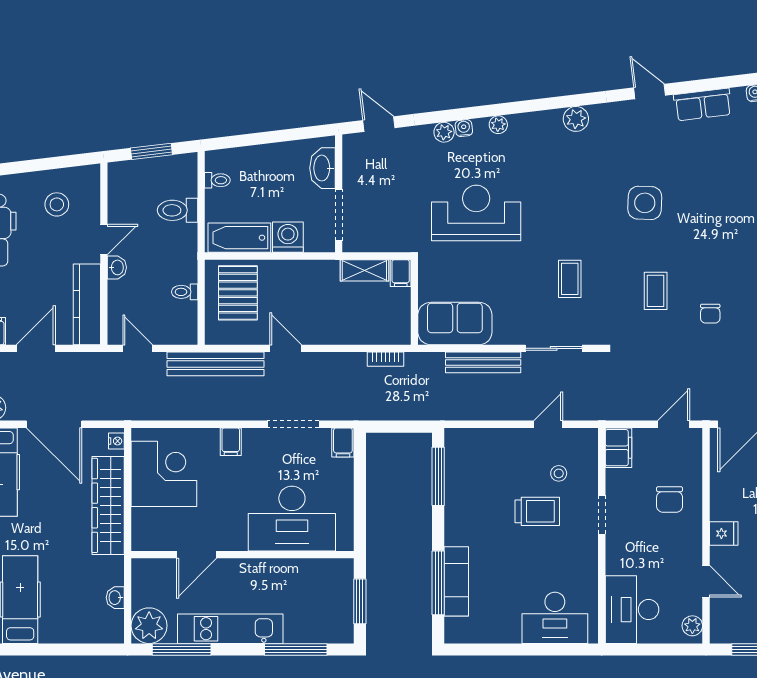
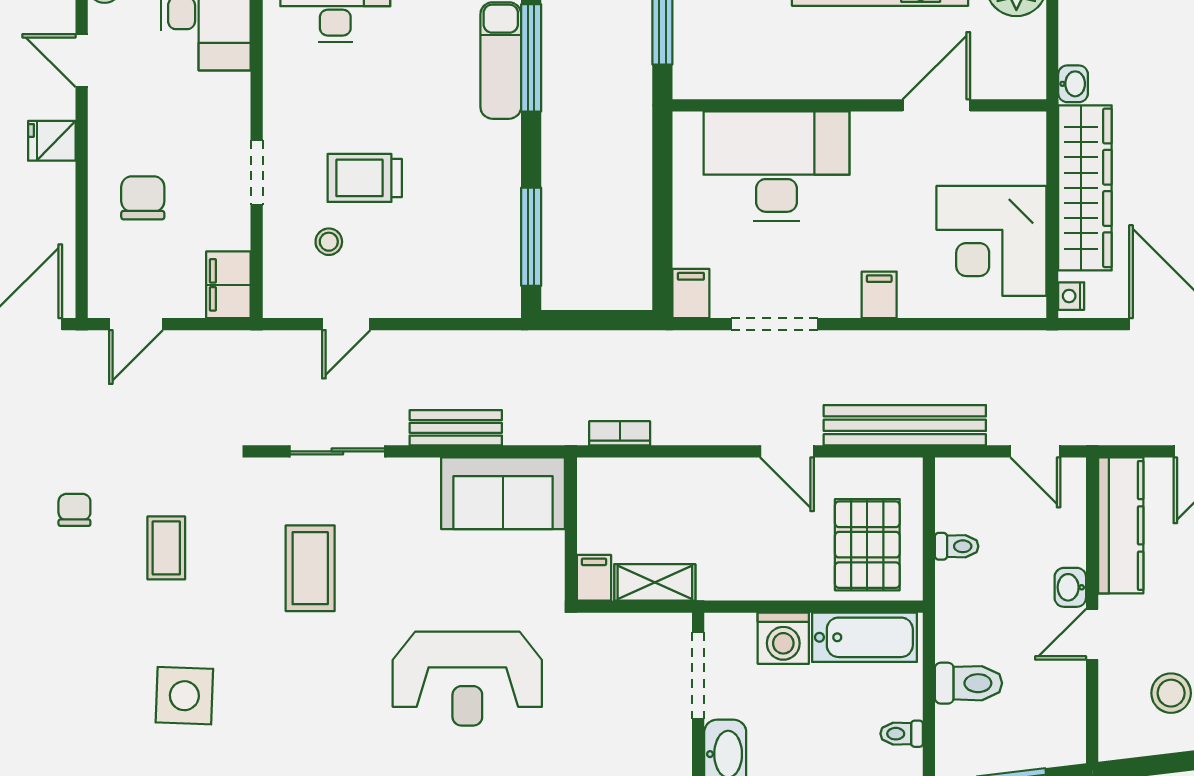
coffee table: (570, 279) -> (310, 568), width x1.36, depth x1.30
bench: (483, 362) -> (456, 428), width x0.73
washbasin: (115, 598) -> (1073, 84), moved

